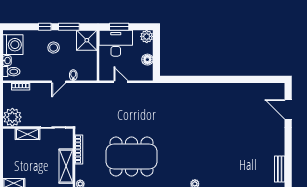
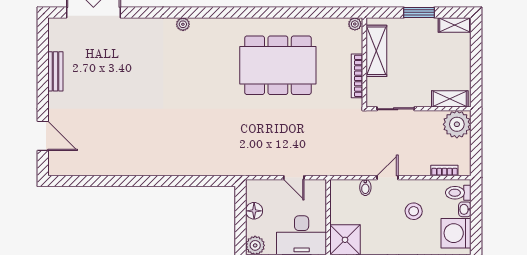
stool: (54, 48) -> (414, 211), moved
shelving: (27, 134) -> (450, 99), moved
bench: (280, 169) -> (55, 71), moved

